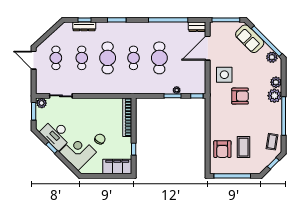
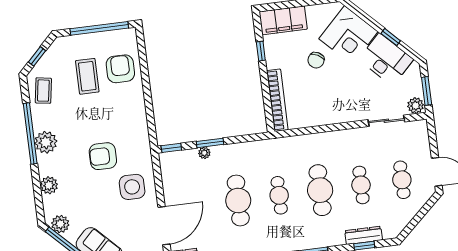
plant: (274, 96) -> (46, 142), moved

